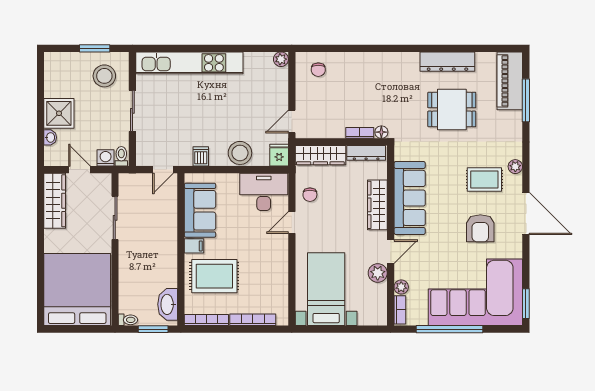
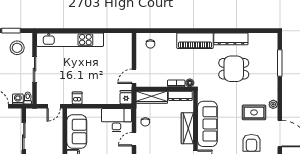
plant: (281, 59) -> (127, 37), removed
piano: (510, 81) -> (195, 41), moved, turned -90
stool: (240, 153) -> (102, 96), removed

